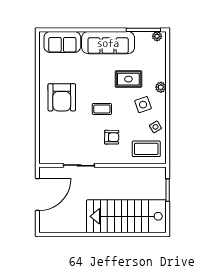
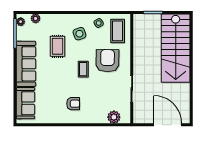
plant: (161, 87) -> (36, 18), moved
armchair: (62, 97) -> (73, 104), width x0.53, depth x0.53
armchair: (112, 137) -> (108, 61), width x1.88, depth x1.88
plant: (46, 145) -> (114, 117), added
door: (37, 194) -> (168, 125), moved

